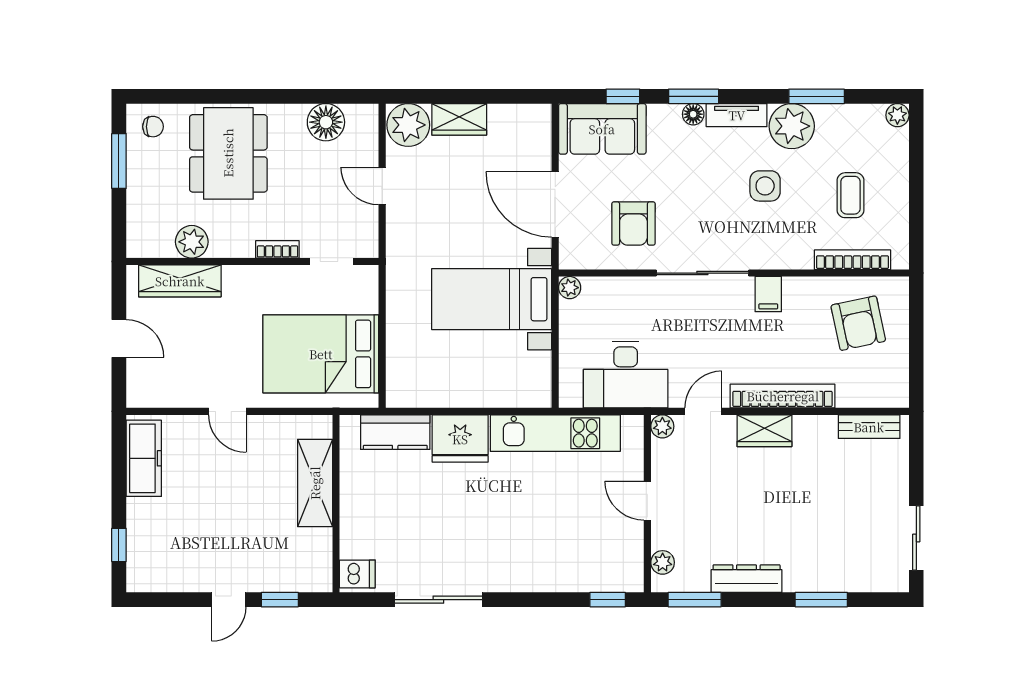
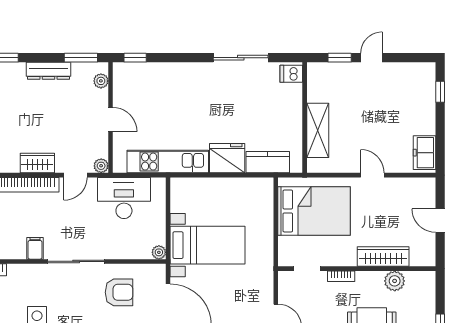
armchair: (633, 223) -> (119, 292), turned 90
wardrobe: (180, 281) -> (383, 257), moved
freezer: (144, 458) -> (424, 153), width x0.71

